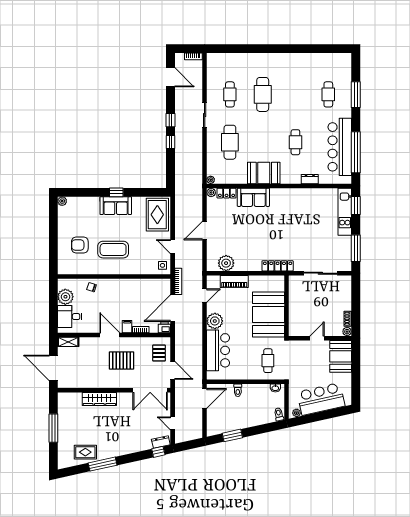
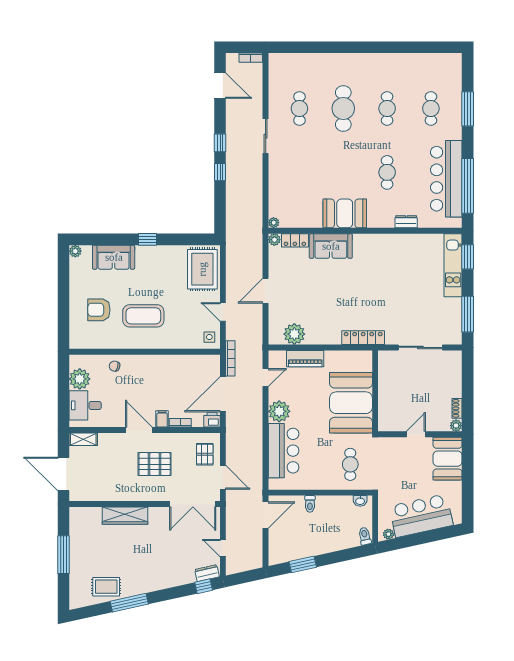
cafe table: (230, 142) -> (387, 109), moved, width x0.73, depth x0.74
sofa: (116, 206) -> (114, 257), moved

